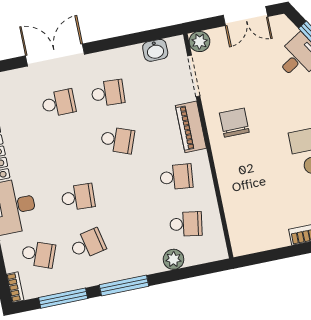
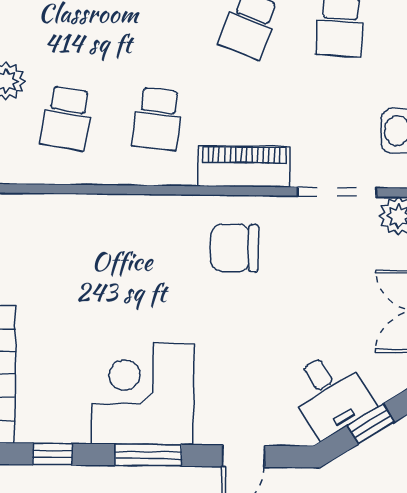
chair: (234, 123) -> (235, 248), turned 180

